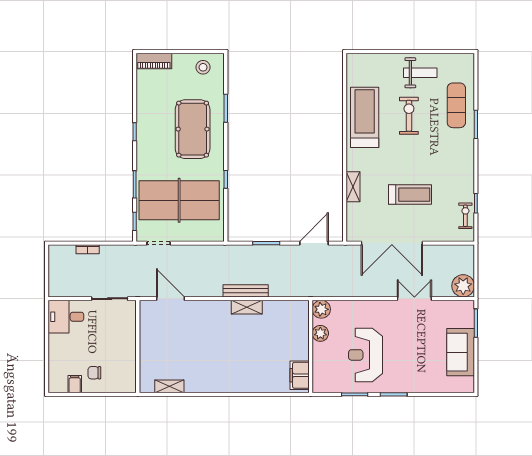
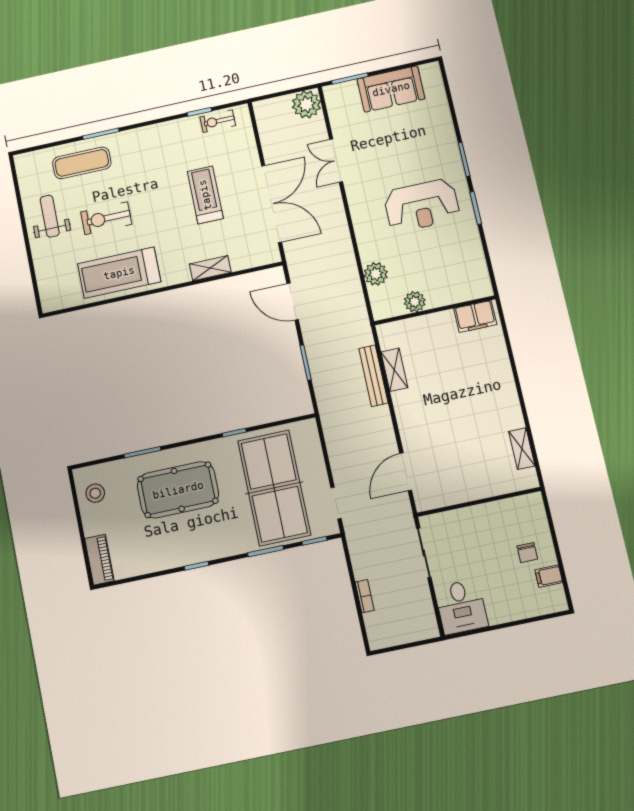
plant: (320, 333) -> (415, 302), moved
wall: (311, 347) -> (435, 310), moved
filing cabinet: (300, 375) -> (475, 316), moved

